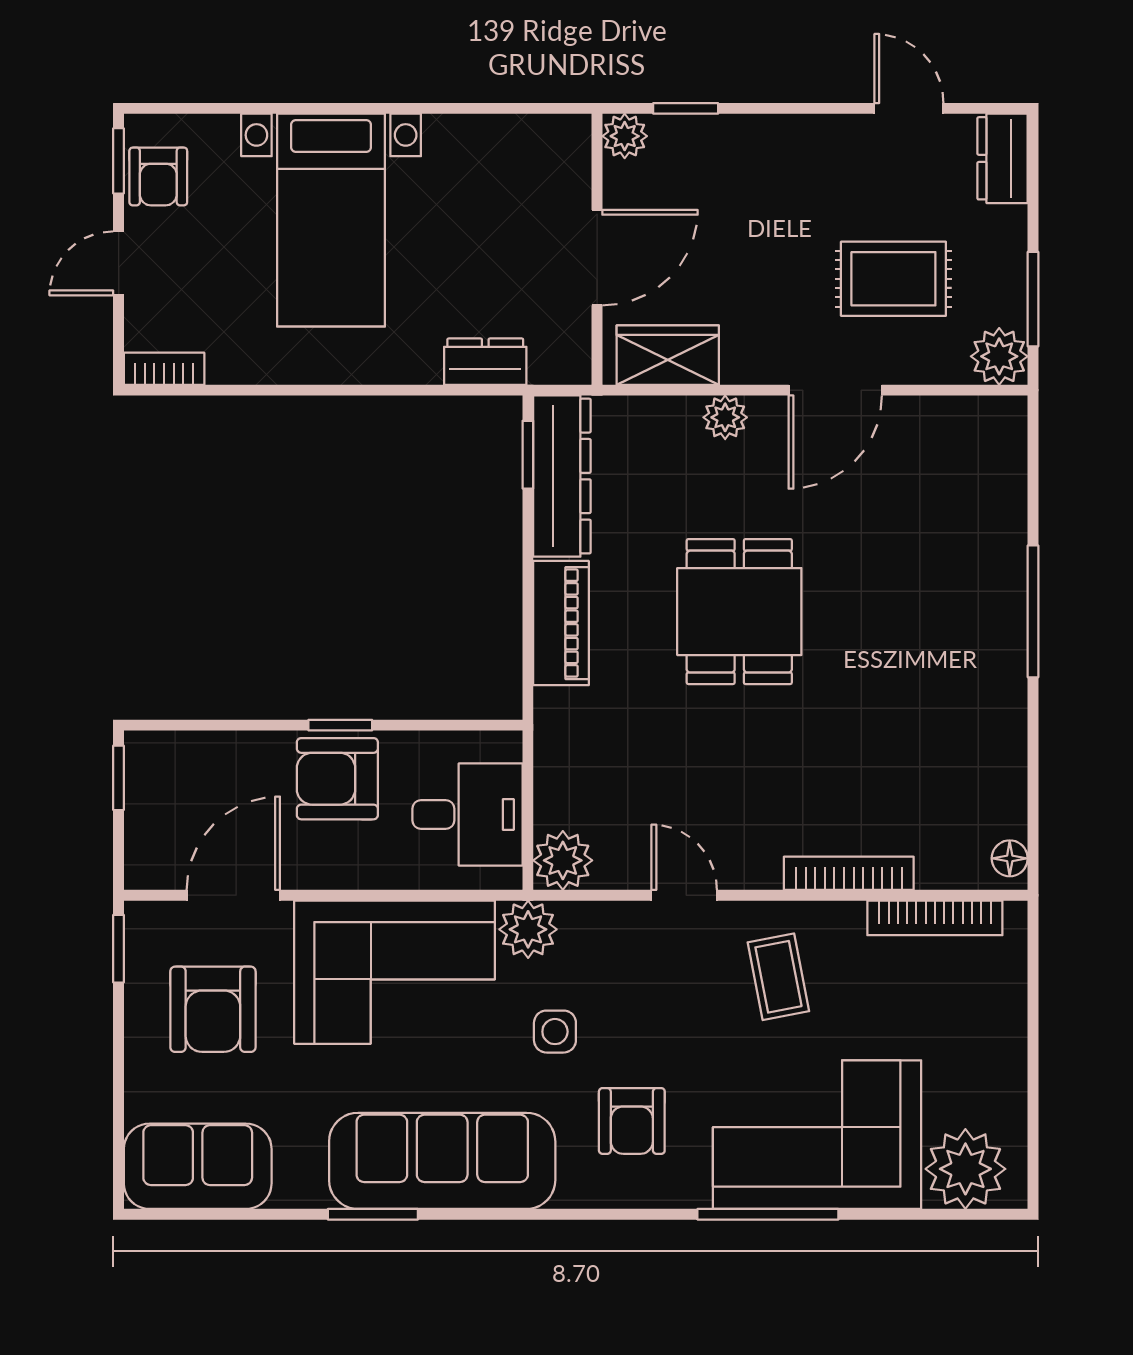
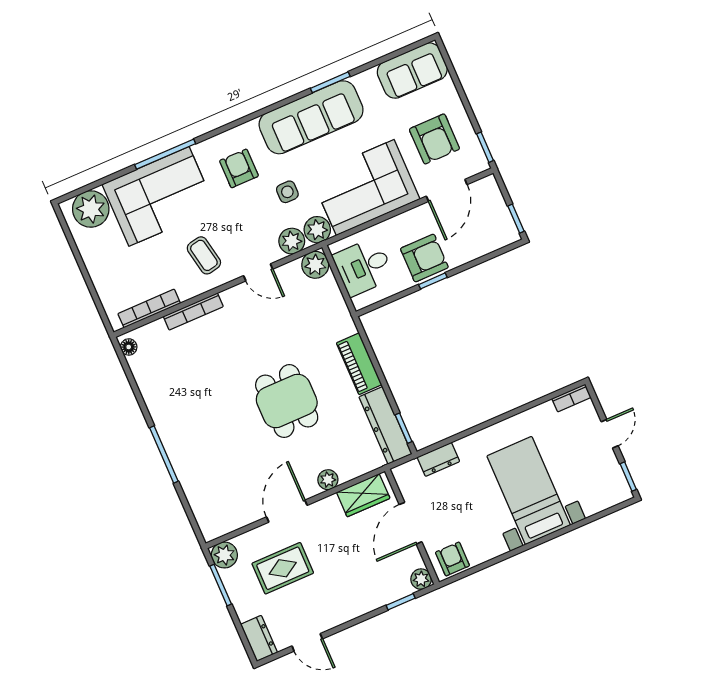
armchair: (158, 176) -> (452, 559), moved
plant: (589, 929) -> (292, 241), added
armchair: (213, 1009) -> (434, 139), turned 180

